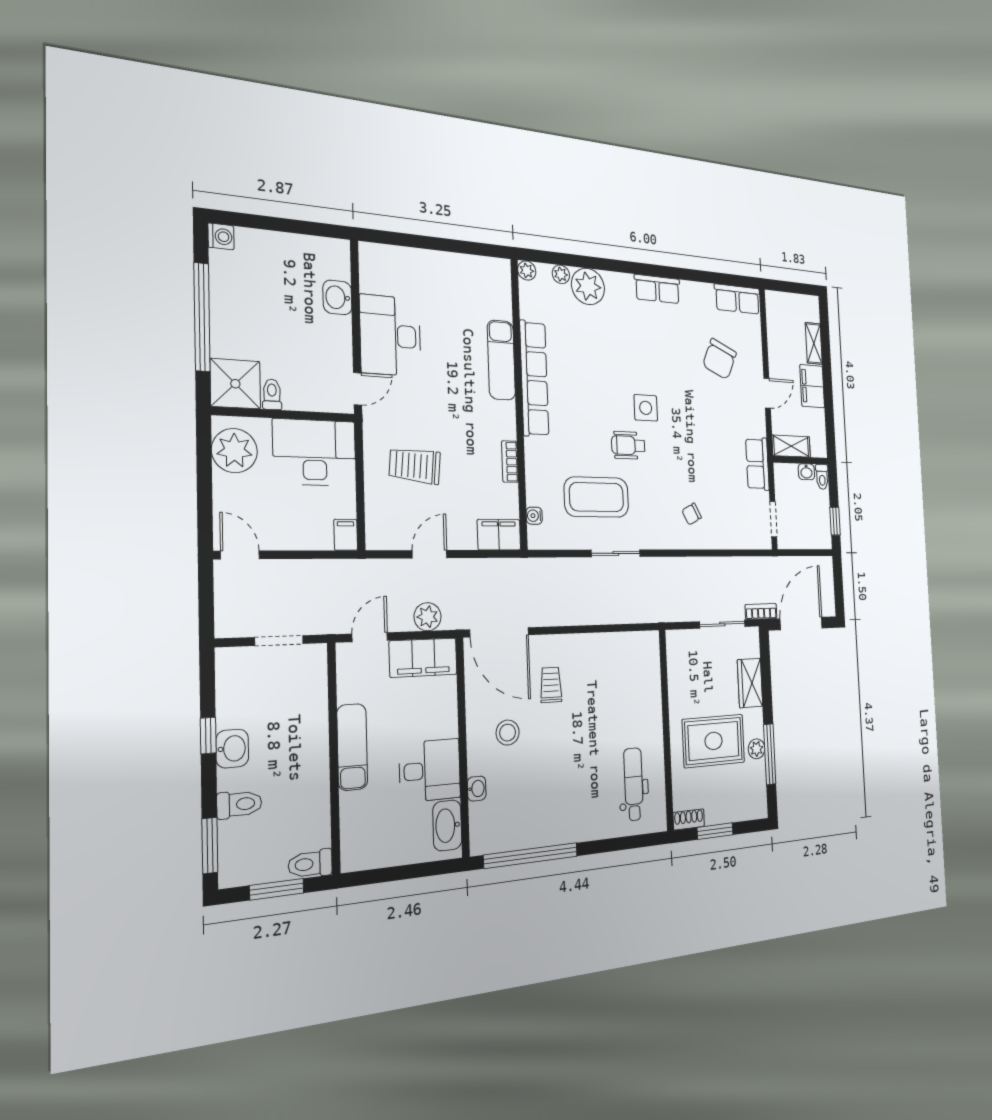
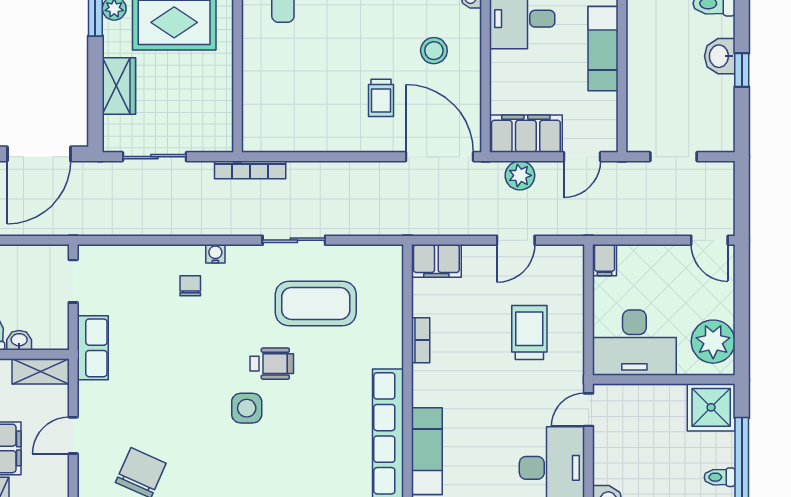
toilet: (272, 394) -> (720, 477), moved, turned 90
trolley: (415, 466) -> (529, 333), turned -95
chair: (692, 514) -> (190, 286), turned -62
water cooler: (534, 516) -> (215, 254), moved, turned -90
bookcase: (761, 611) -> (250, 170), moved, width x1.56

